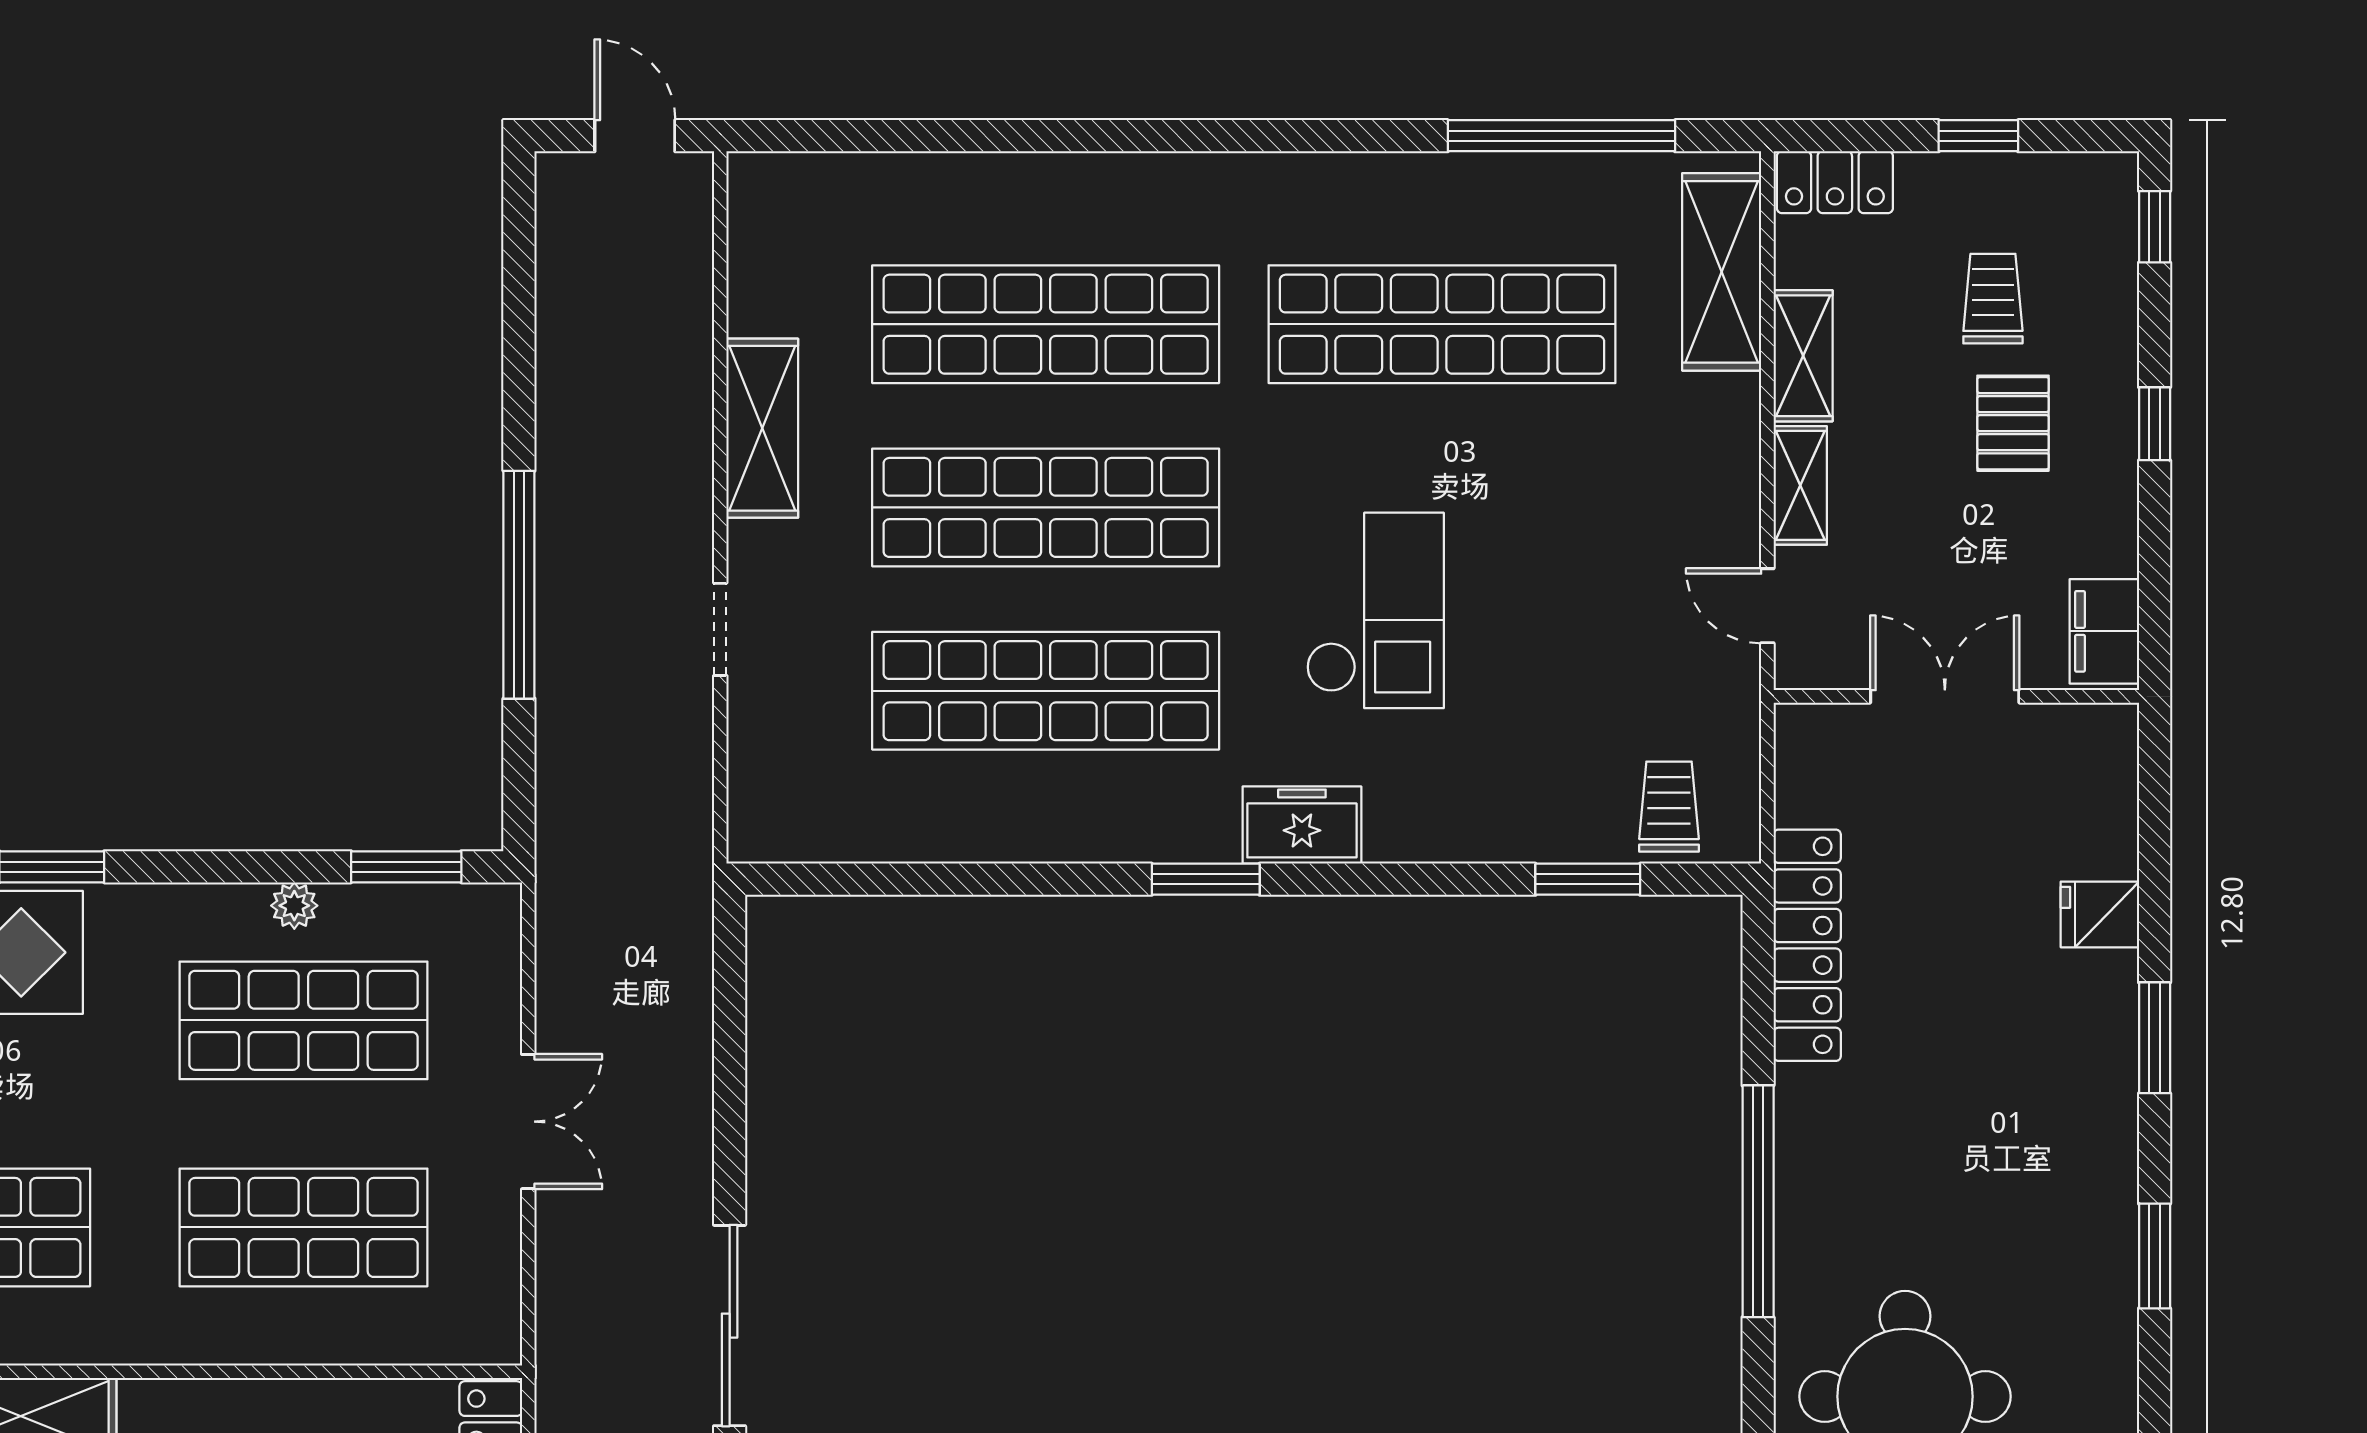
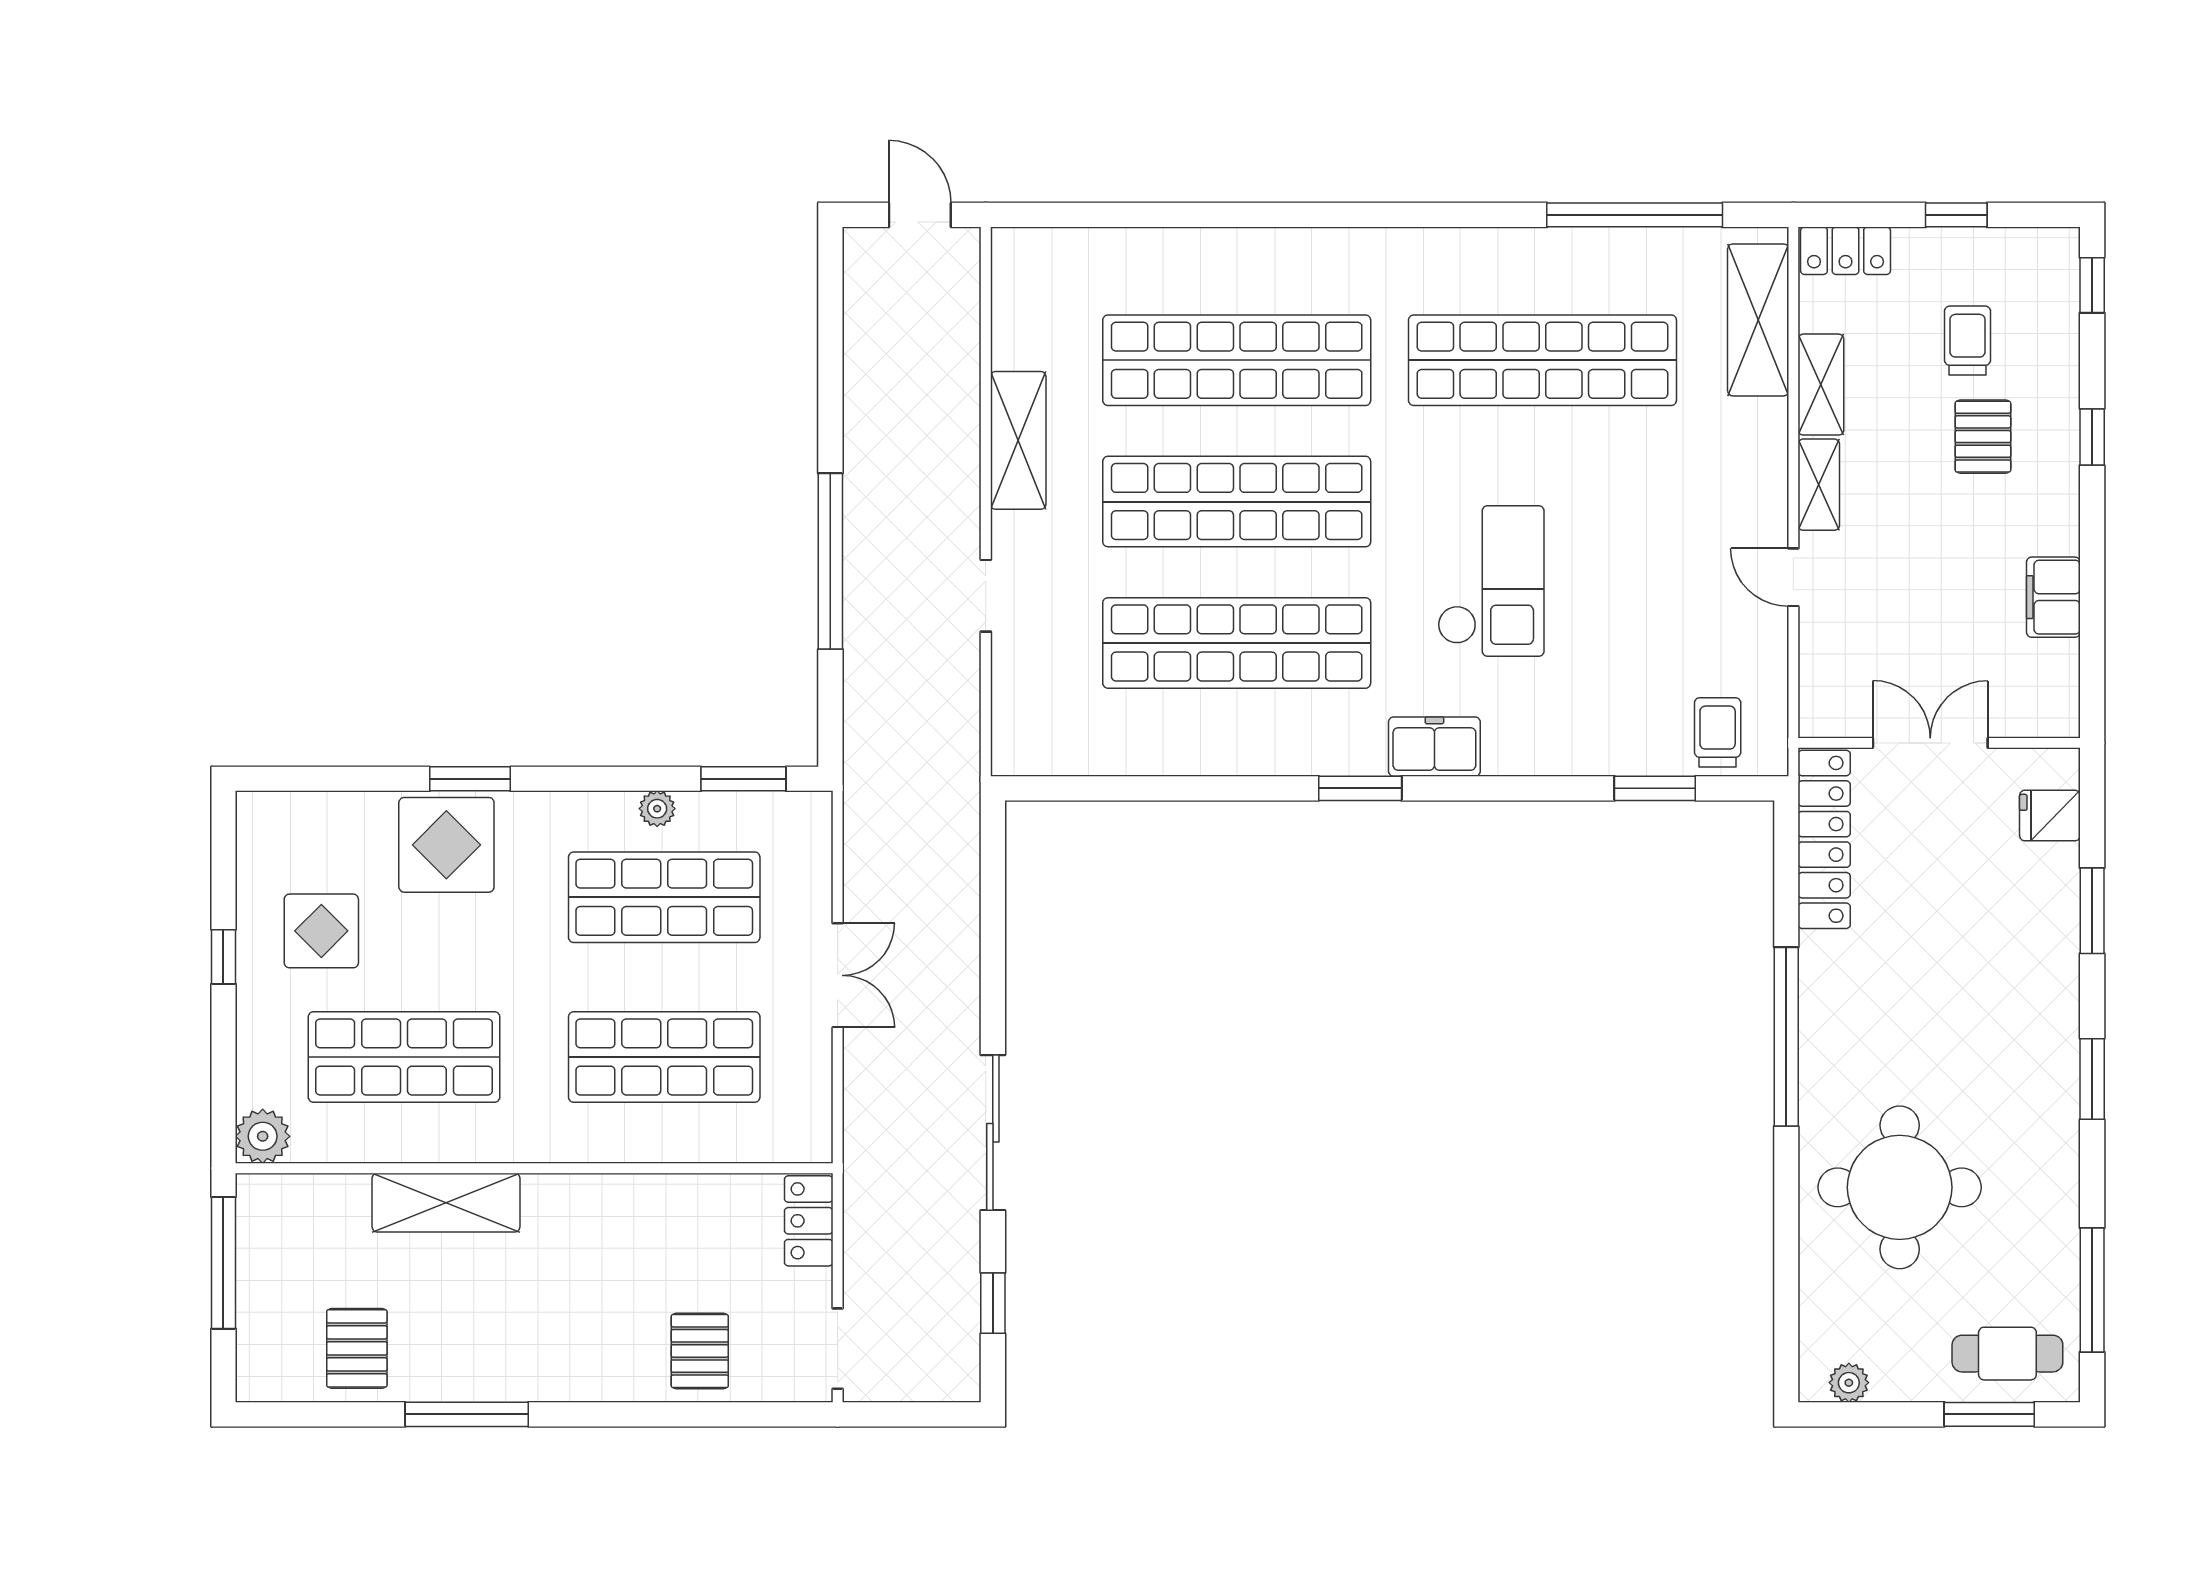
double door: (1945, 696) -> (1930, 743), moved
wall: (1956, 696) -> (1939, 743), moved

